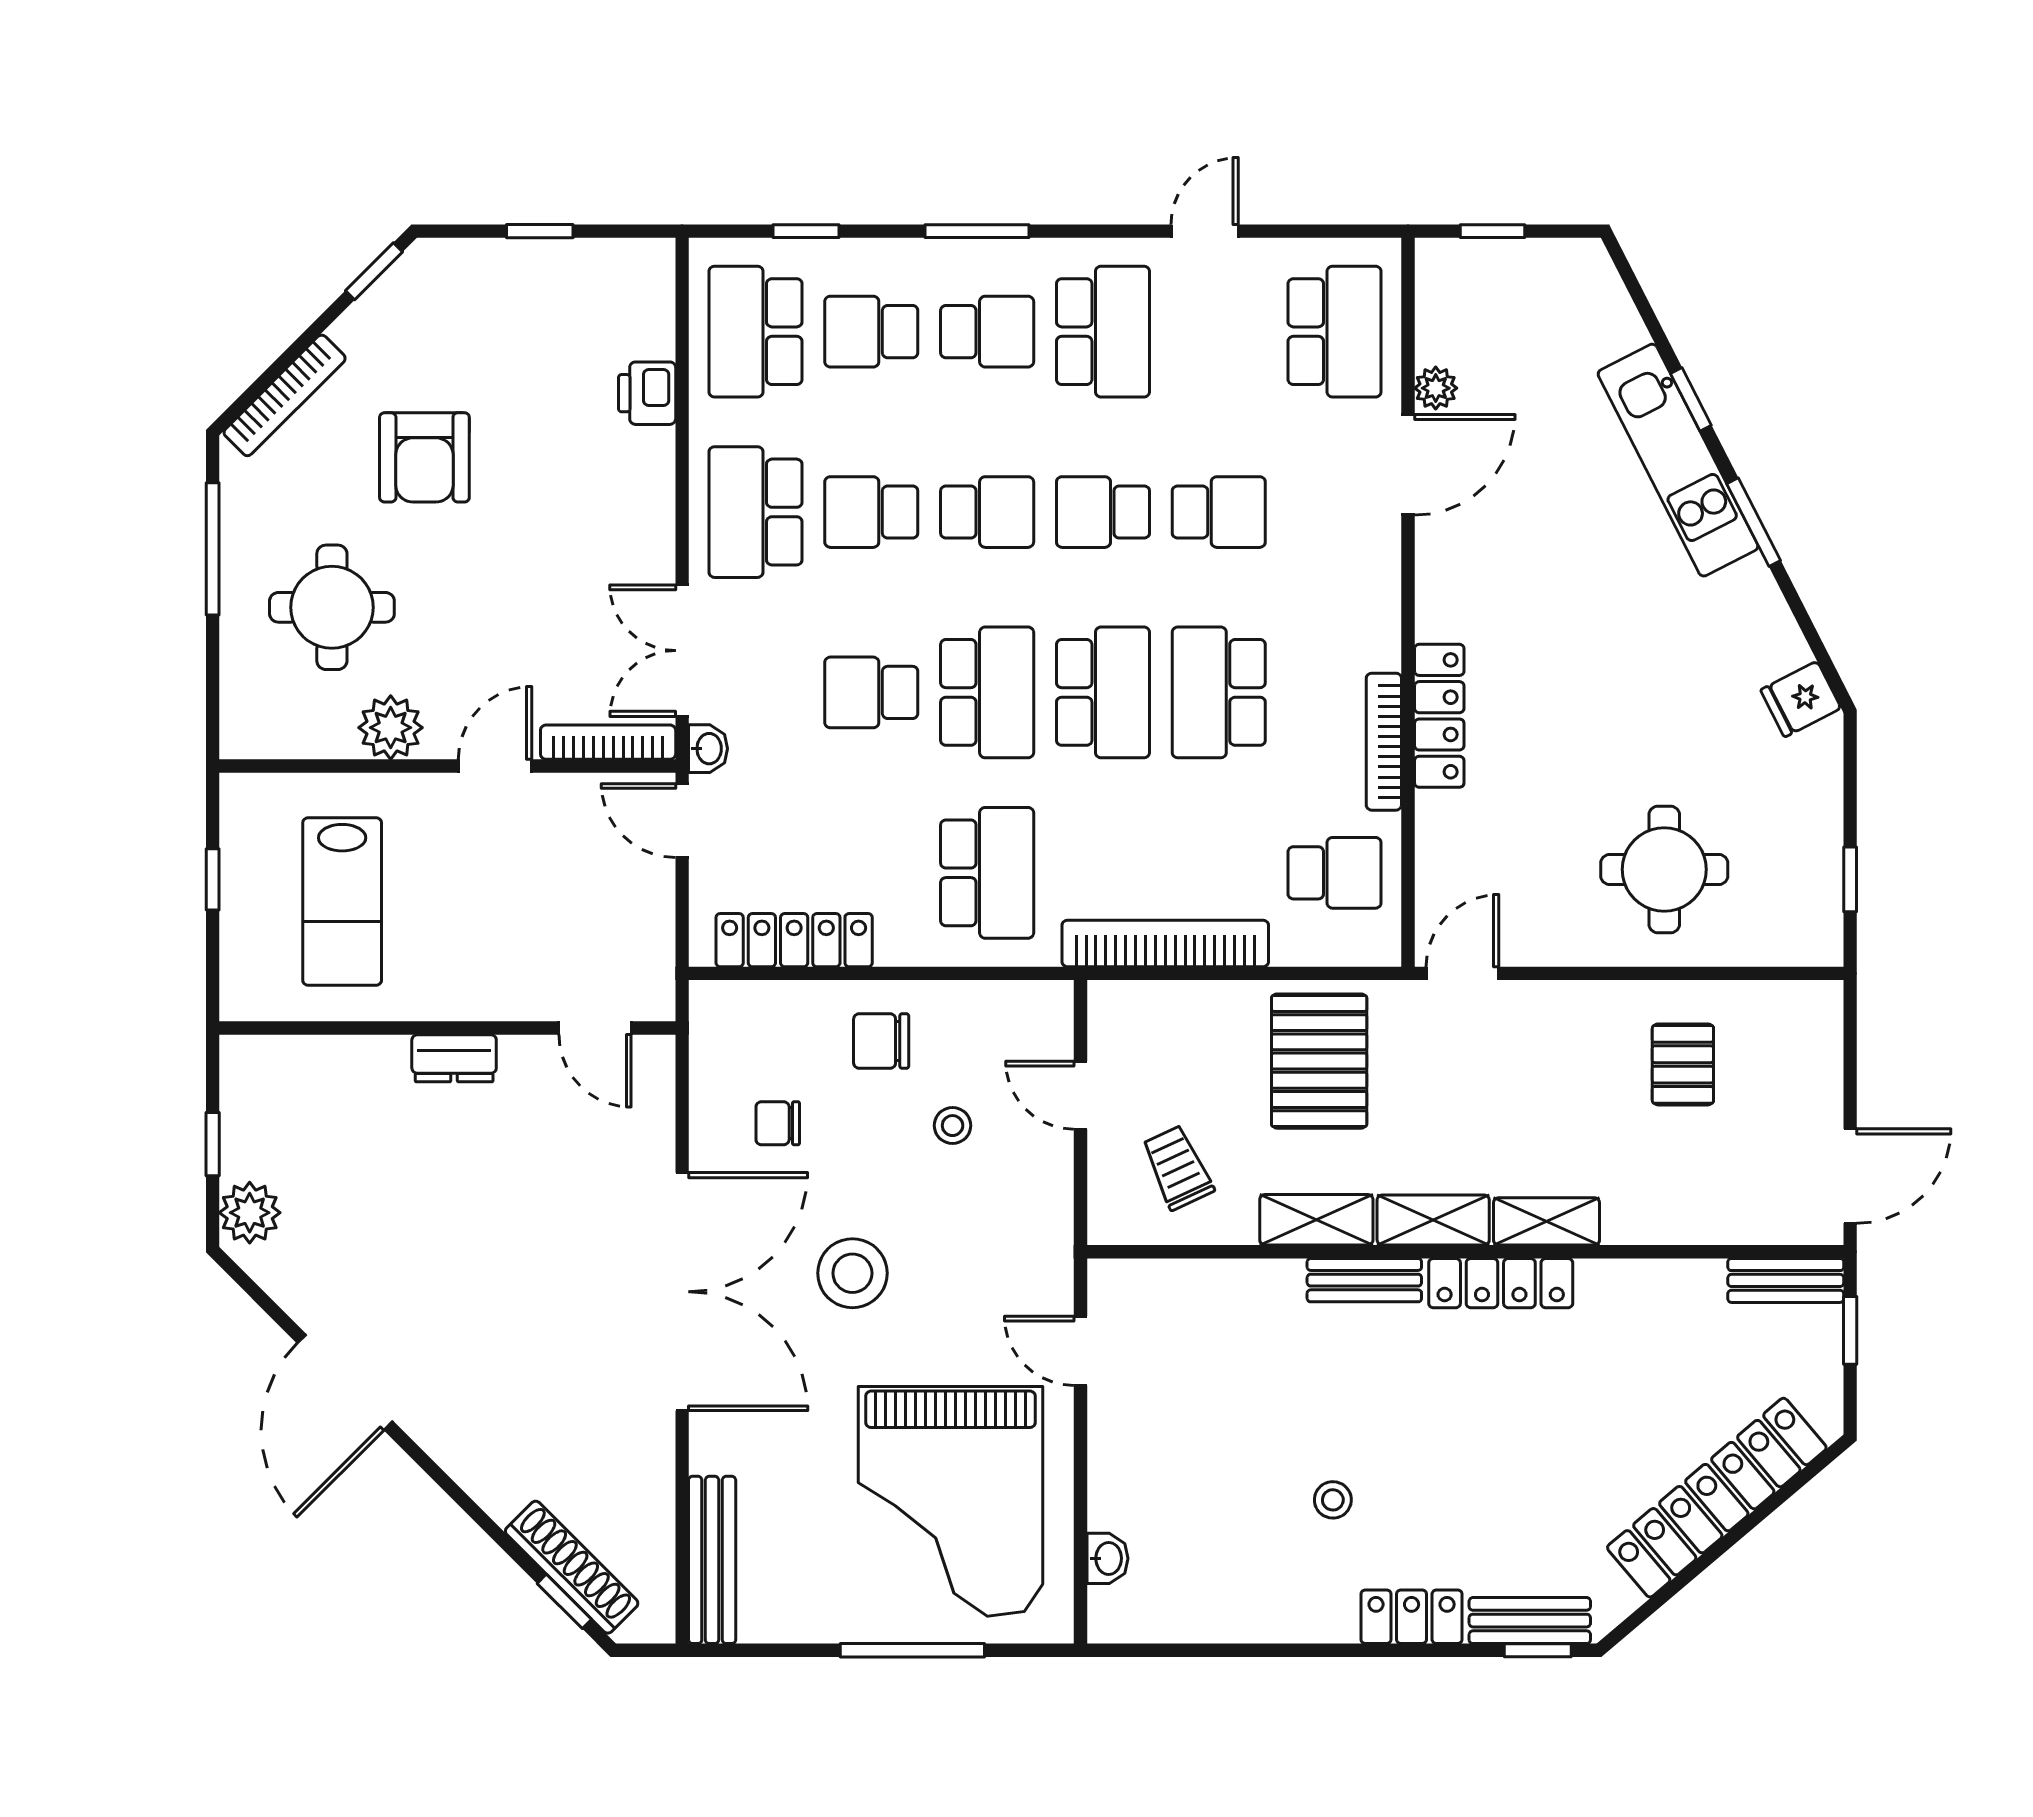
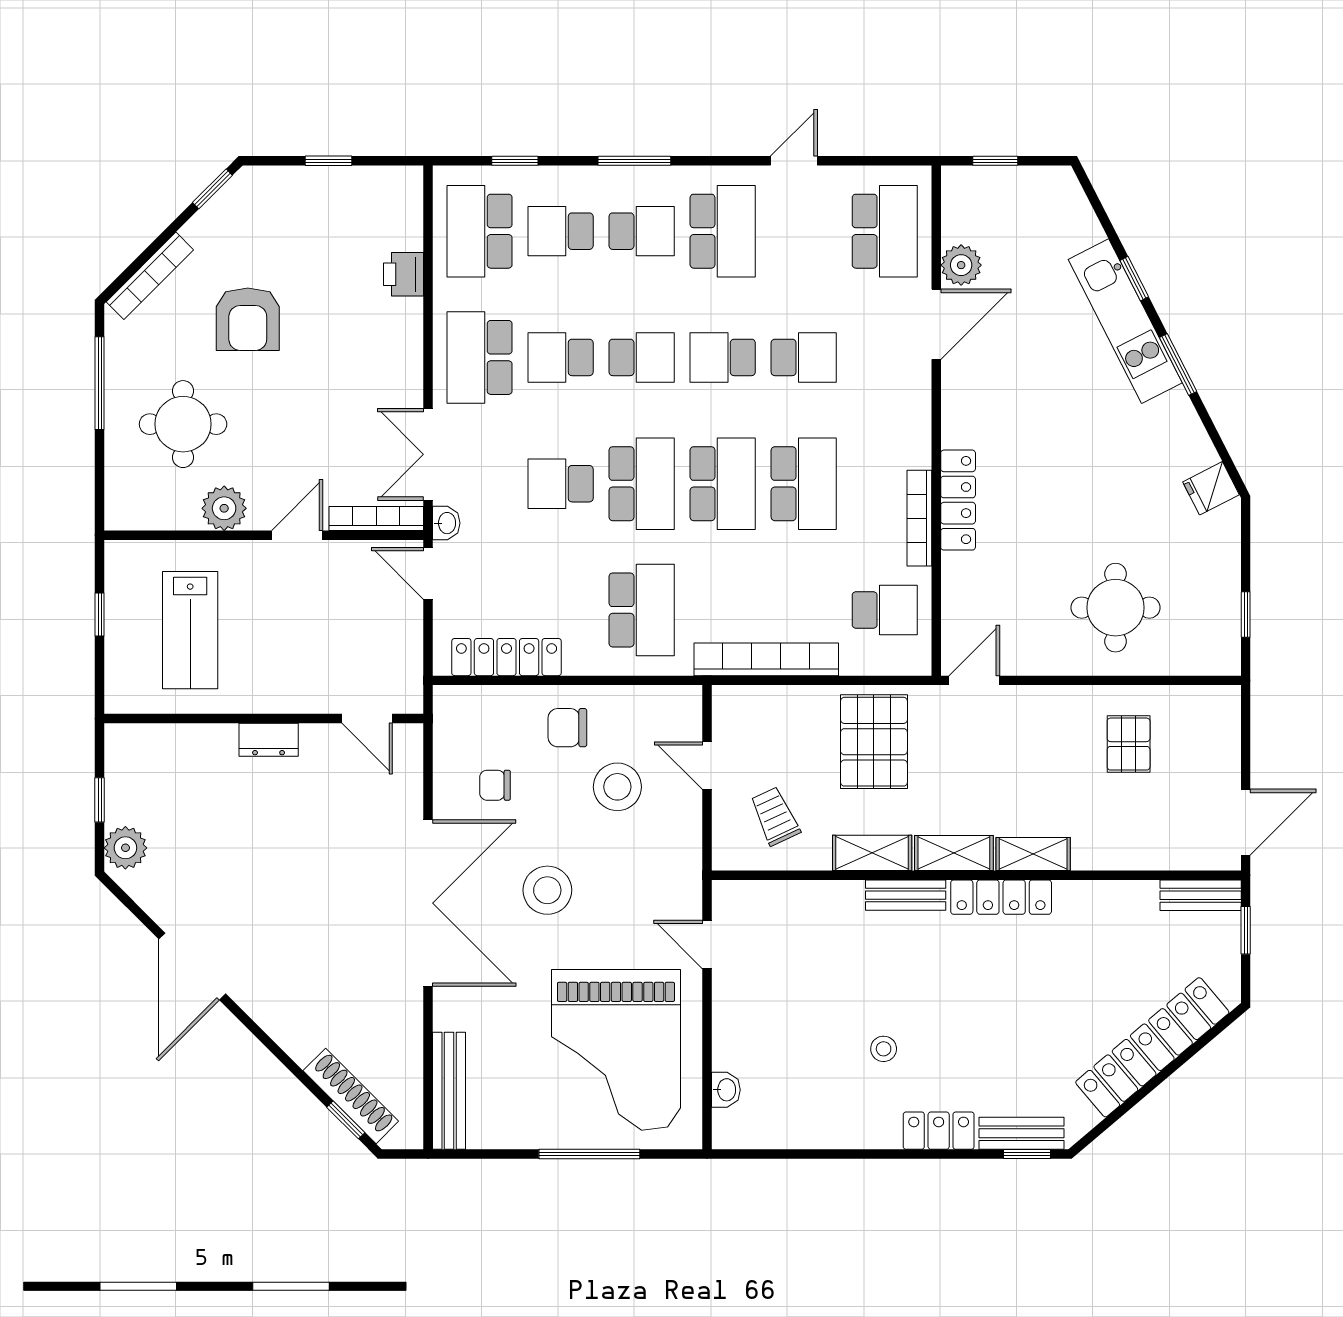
plant: (1436, 388) -> (961, 265), width x1.38, depth x1.38
school desk: (1219, 692) -> (804, 484), turned 180
stool: (953, 1126) -> (617, 787), width x1.89, depth x1.89

